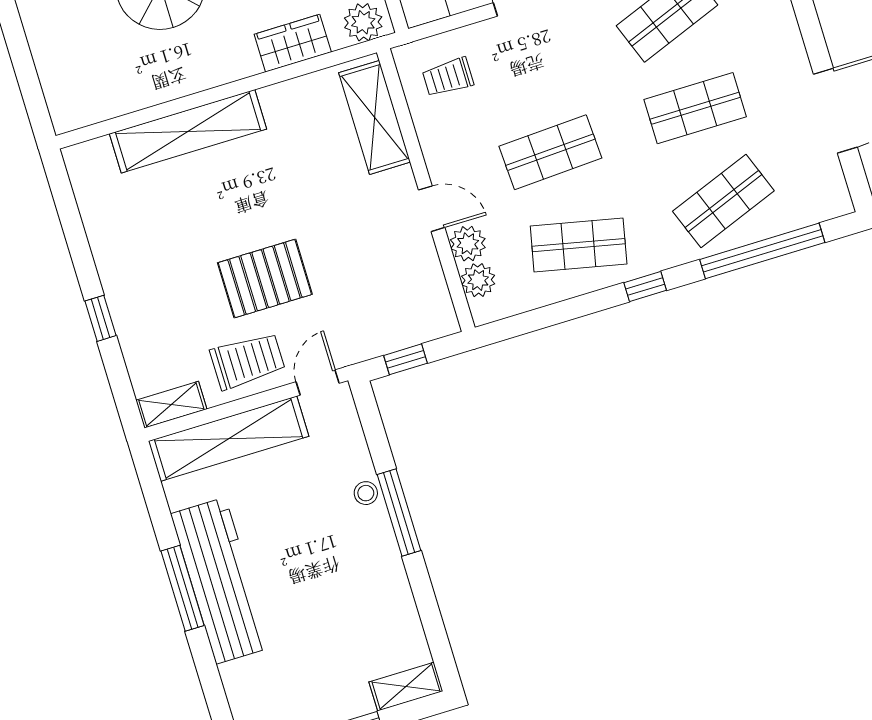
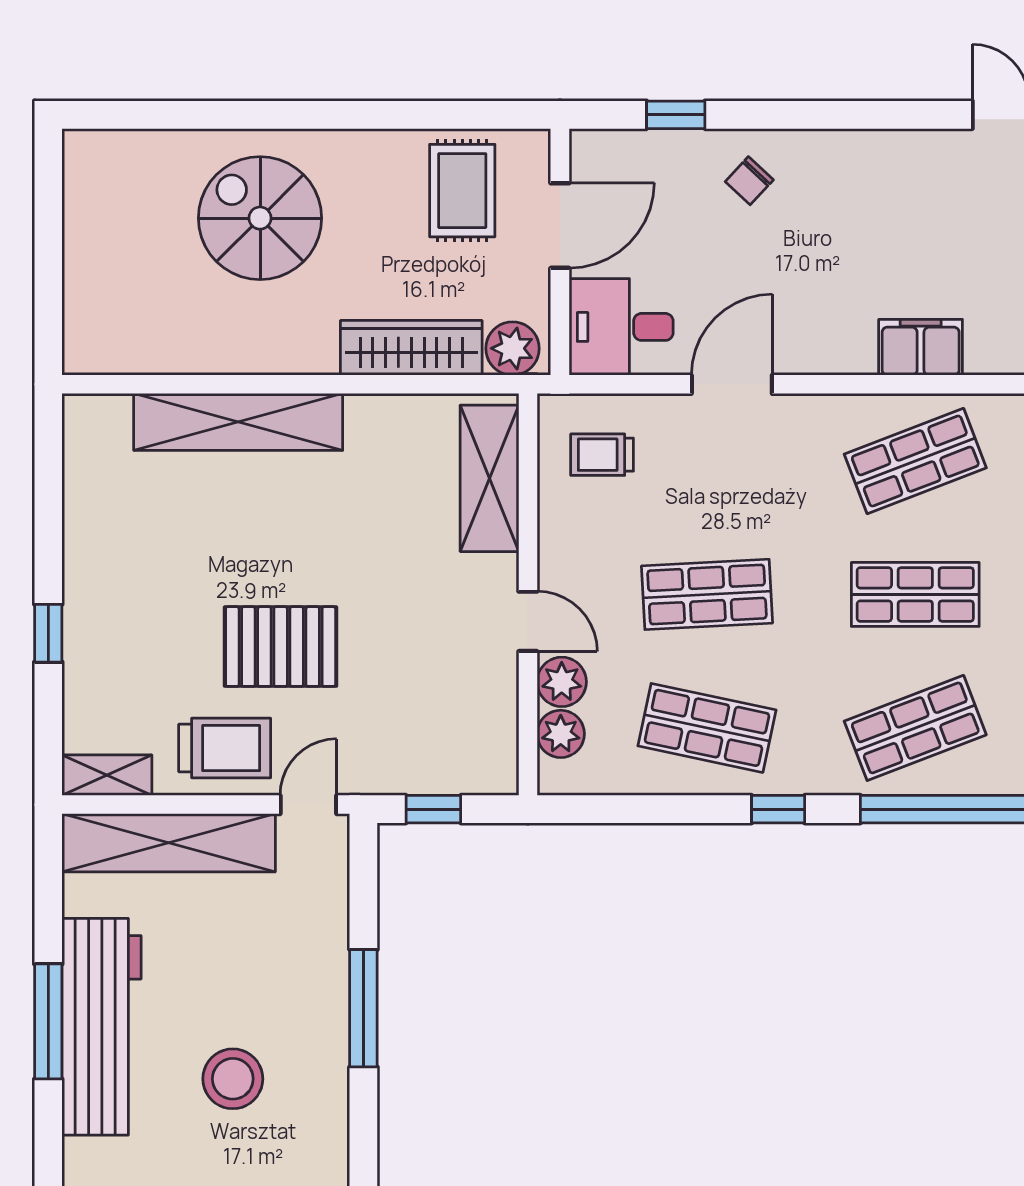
wardrobe: (293, 43) -> (411, 348), width x1.50
stool: (366, 493) -> (233, 1079), moved, width x1.89, depth x1.89

